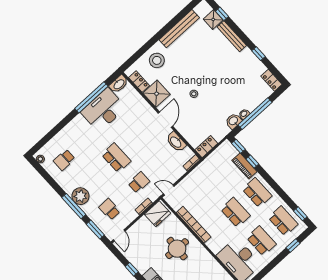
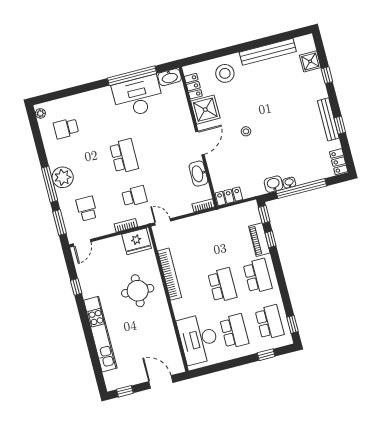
window: (222, 14) -> (327, 75), moved
bench: (232, 36) -> (328, 119), moved

